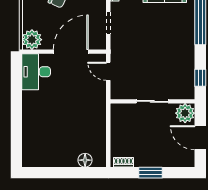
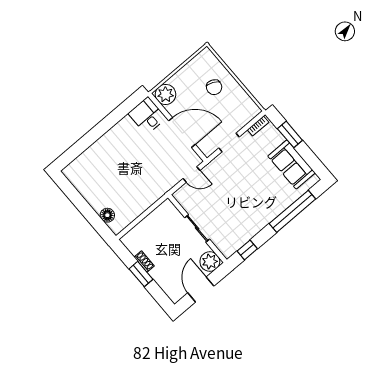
door: (108, 71) -> (191, 174), swing flipped
desk: (36, 72) -> (147, 116), width x0.73
shoe rack: (123, 162) -> (144, 262), moved

